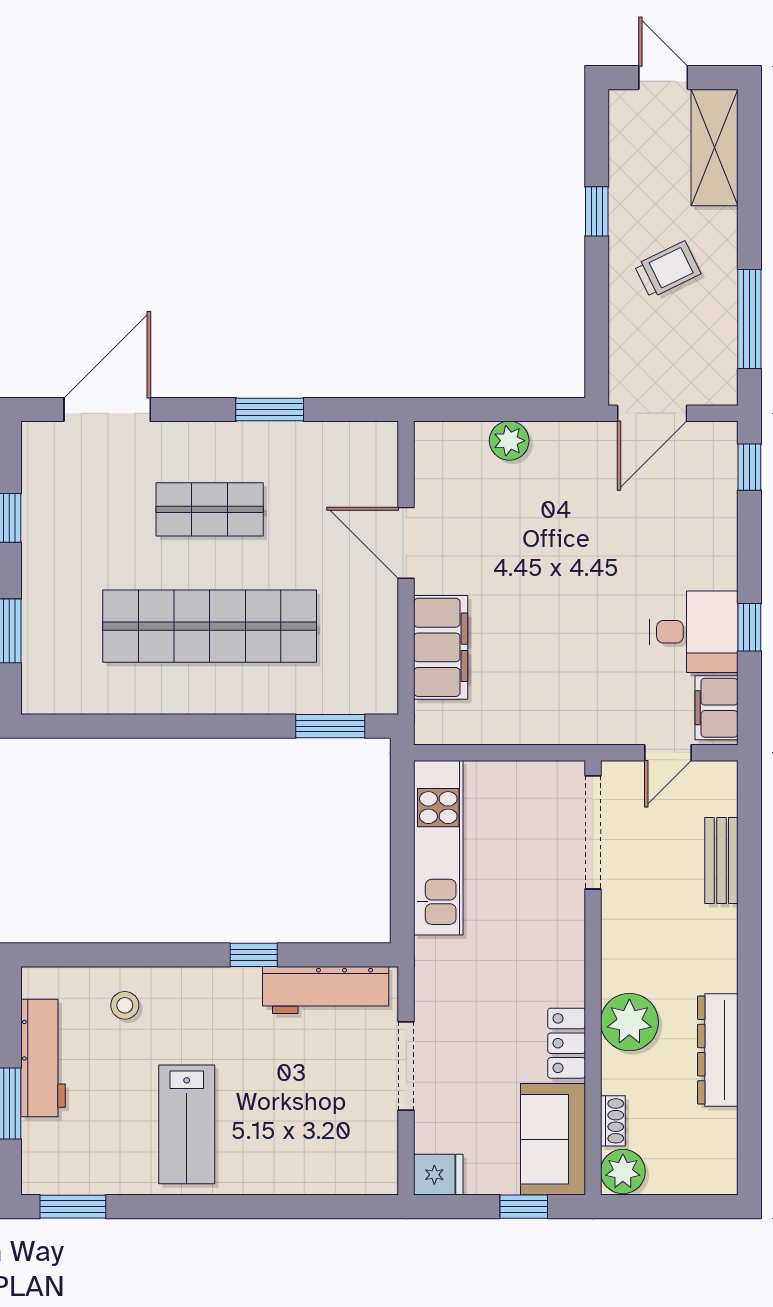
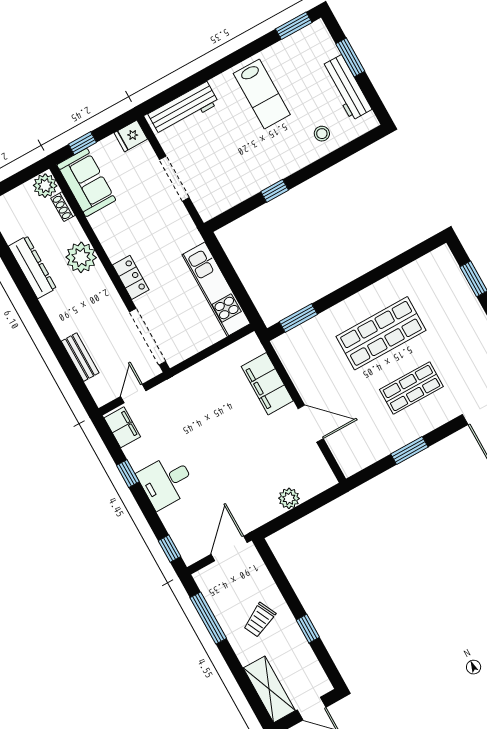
shop shelf: (210, 626) -> (381, 333), width x0.71
desk: (694, 632) -> (166, 481), moved
workbench: (326, 990) -> (183, 109), moved, turned 180
locker: (567, 1043) -> (131, 277), moved
lab bench: (187, 1124) -> (262, 94), turned 180

